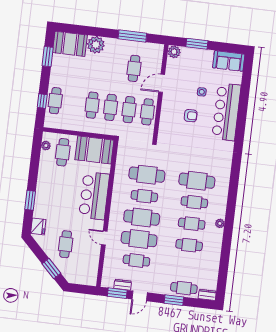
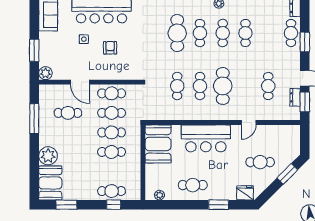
cafe table: (63, 152) -> (193, 185), moved
cafe table: (147, 175) -> (177, 86), width x0.73, depth x0.74
cafe table: (139, 239) -> (245, 86), removed

